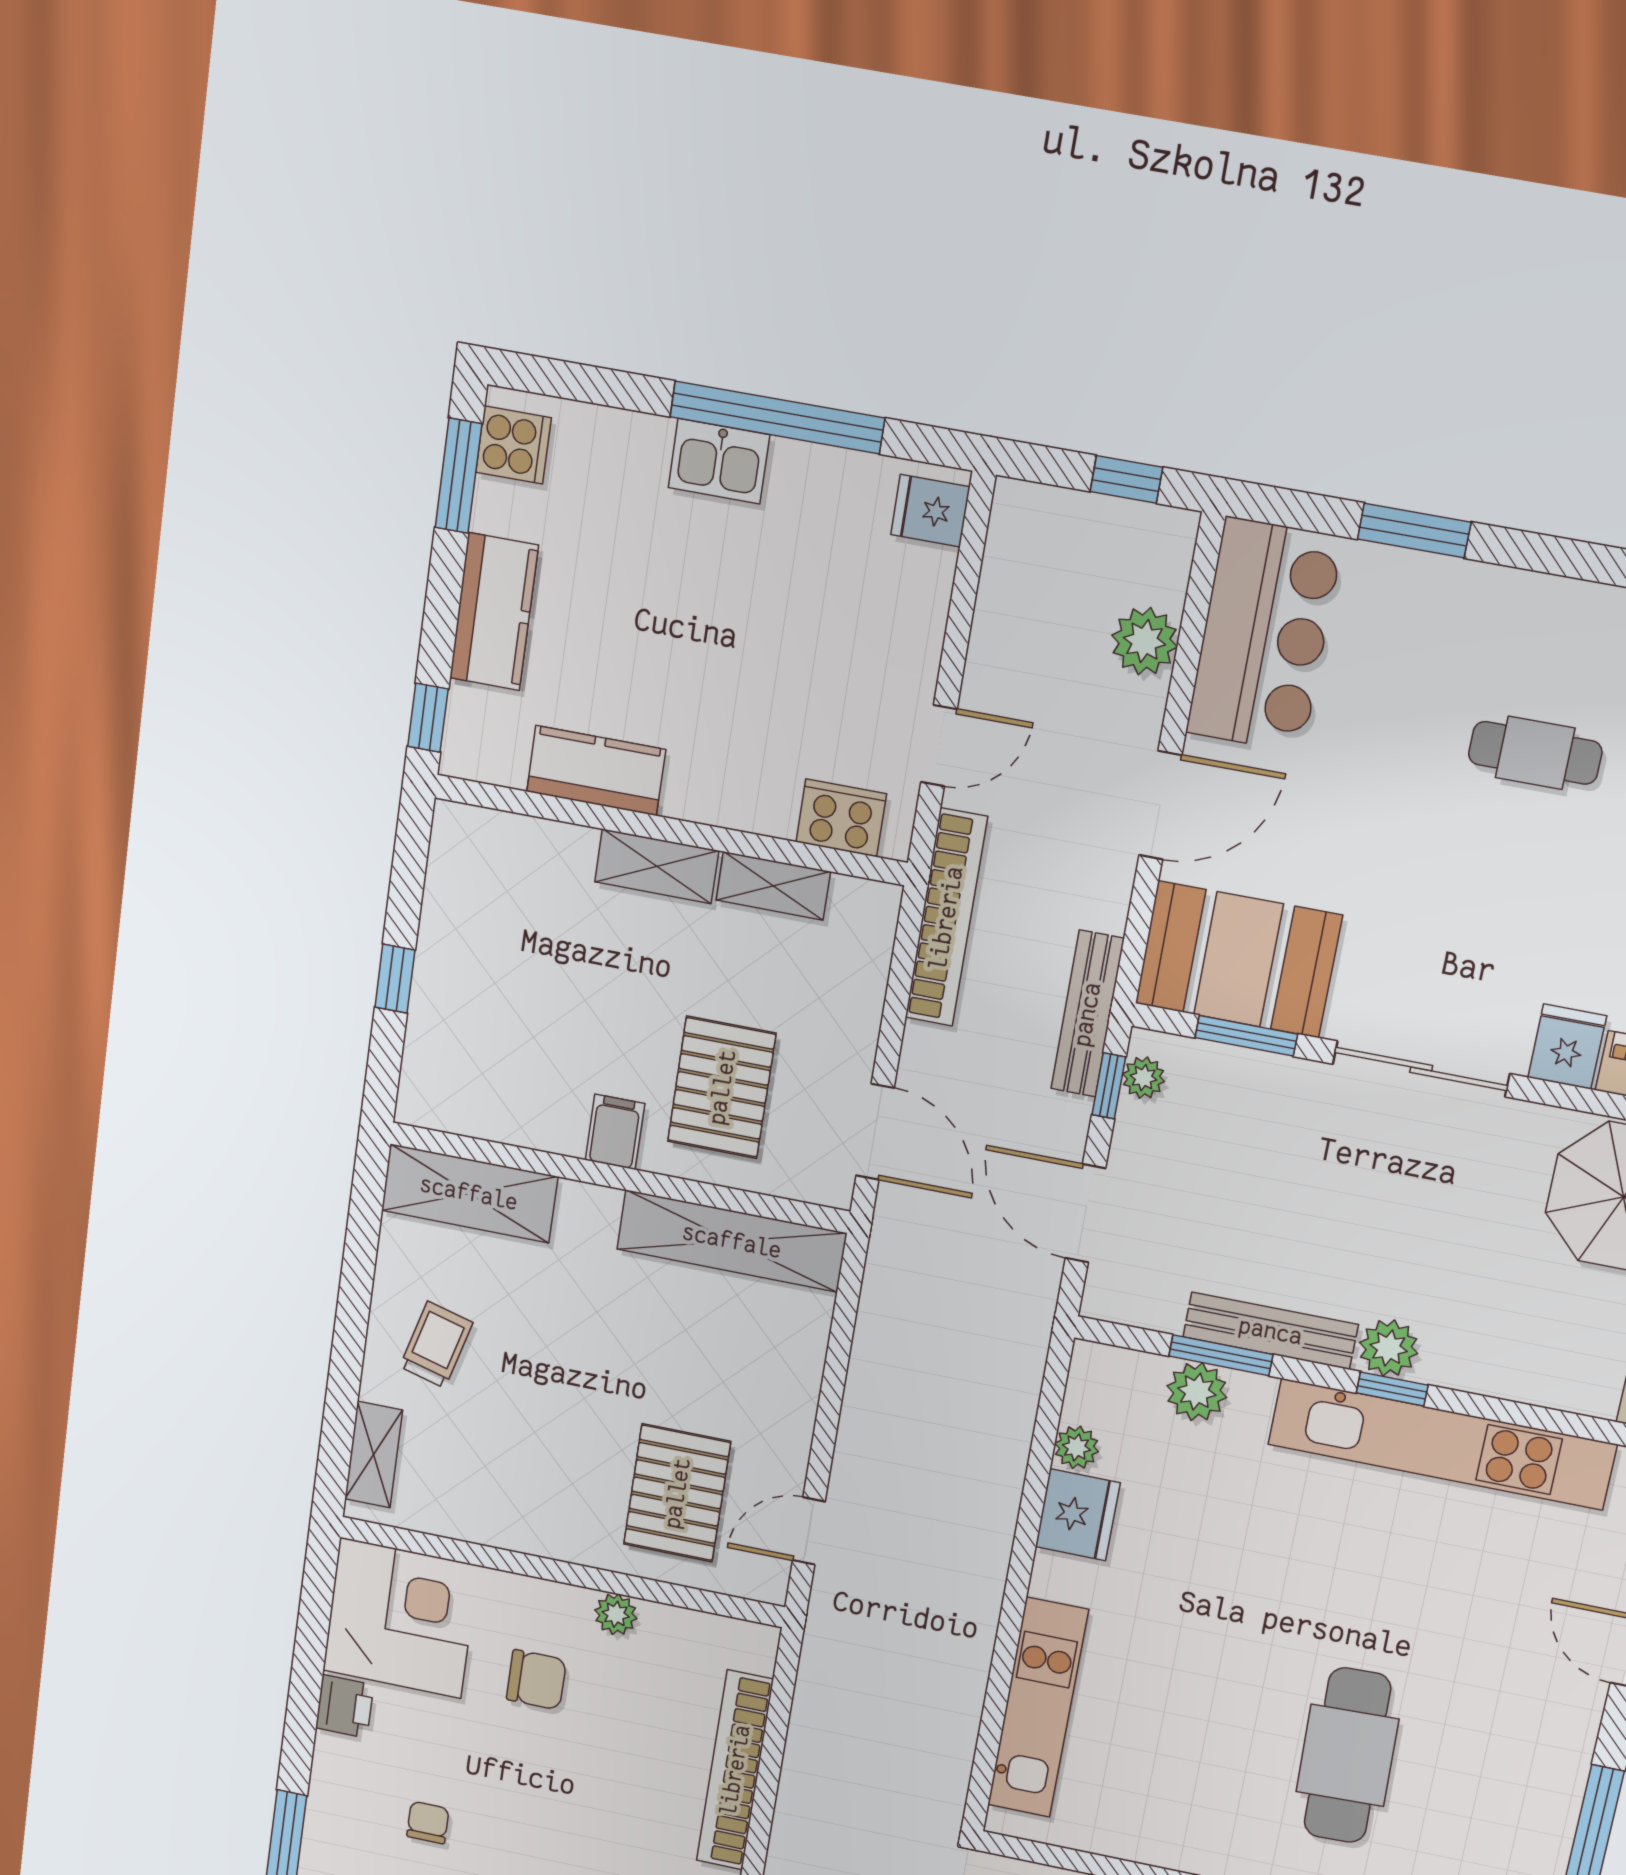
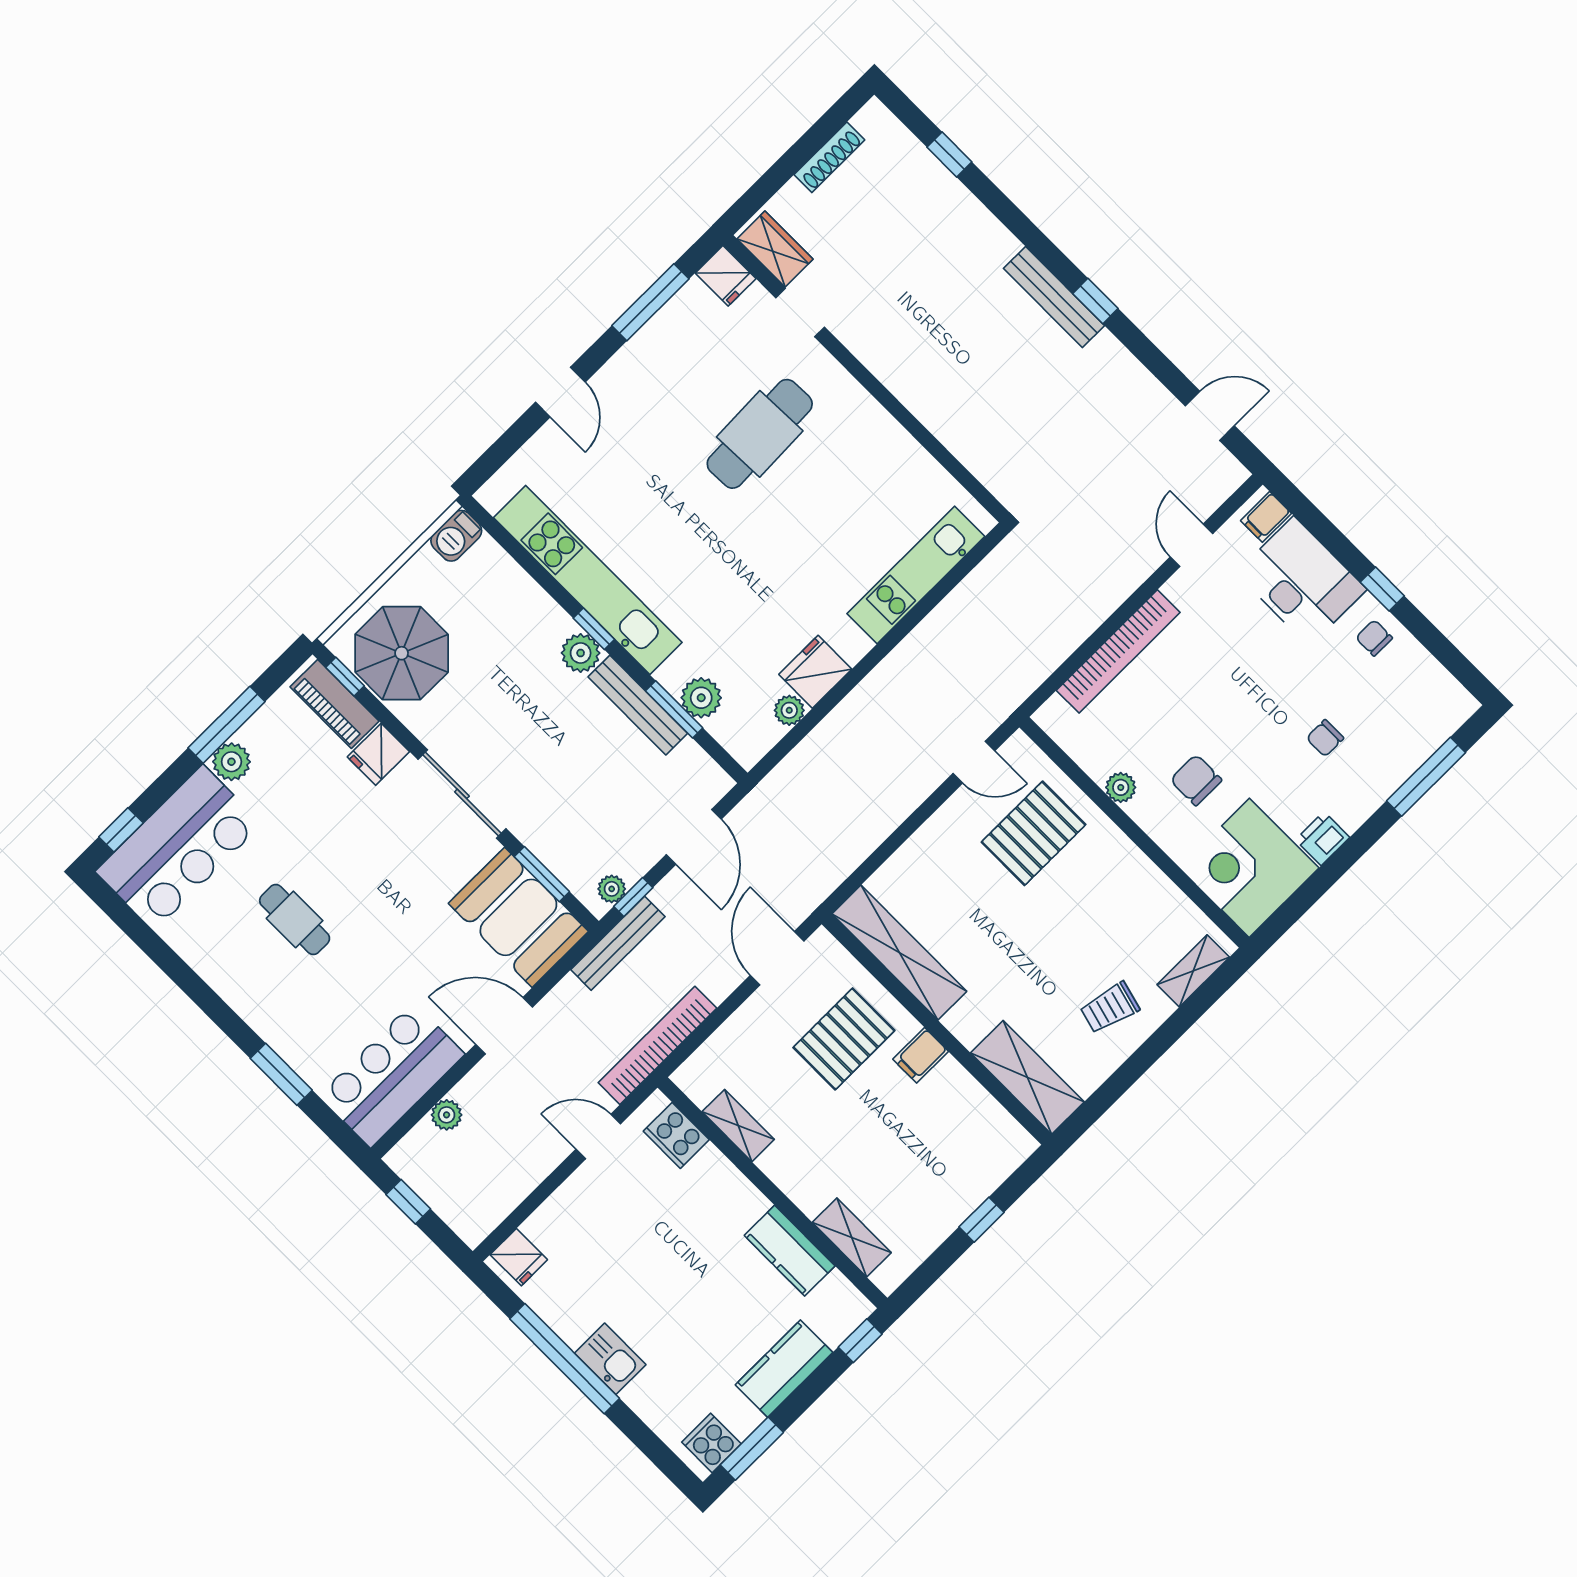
plant: (1145, 641) -> (447, 1115), width x0.73, depth x0.73
shelving: (657, 866) -> (852, 1237), moved

